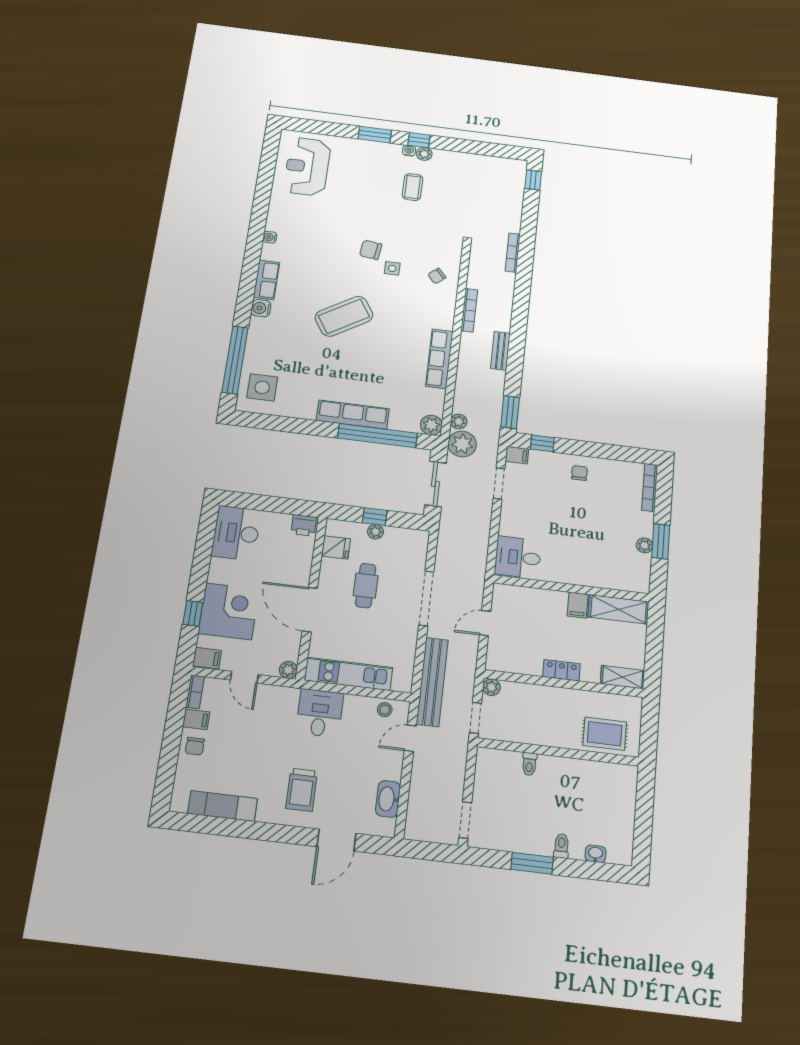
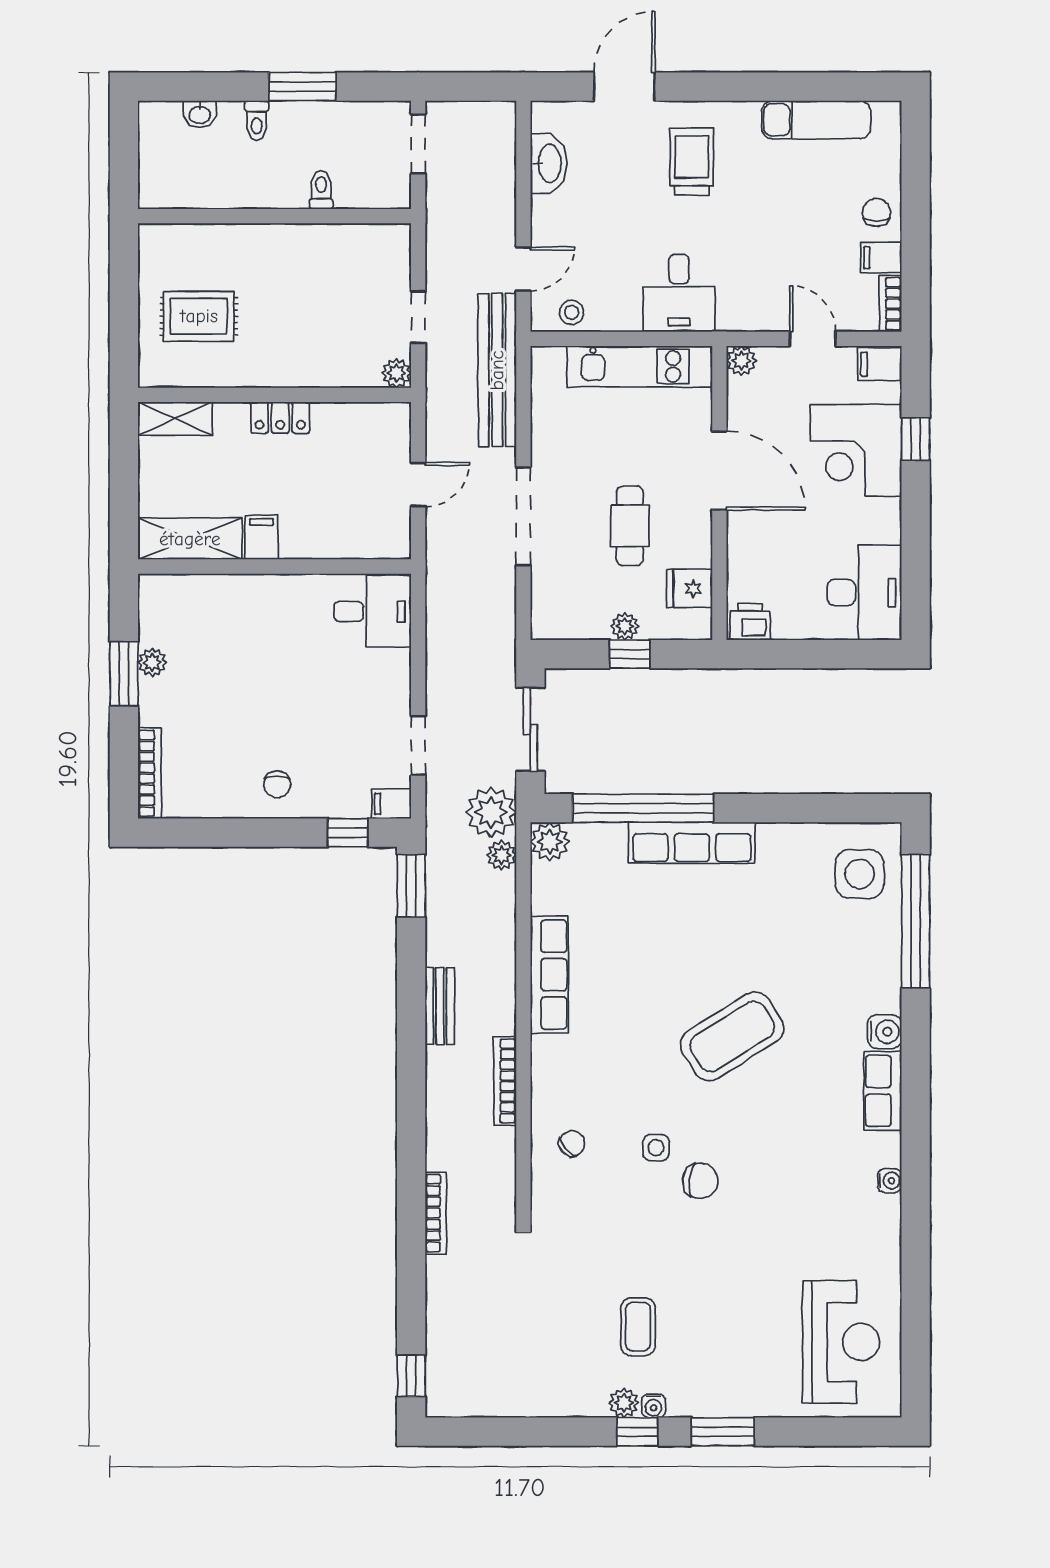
wall: (558, 752) -> (275, 216), moved
toilet: (529, 764) -> (321, 190), moved

